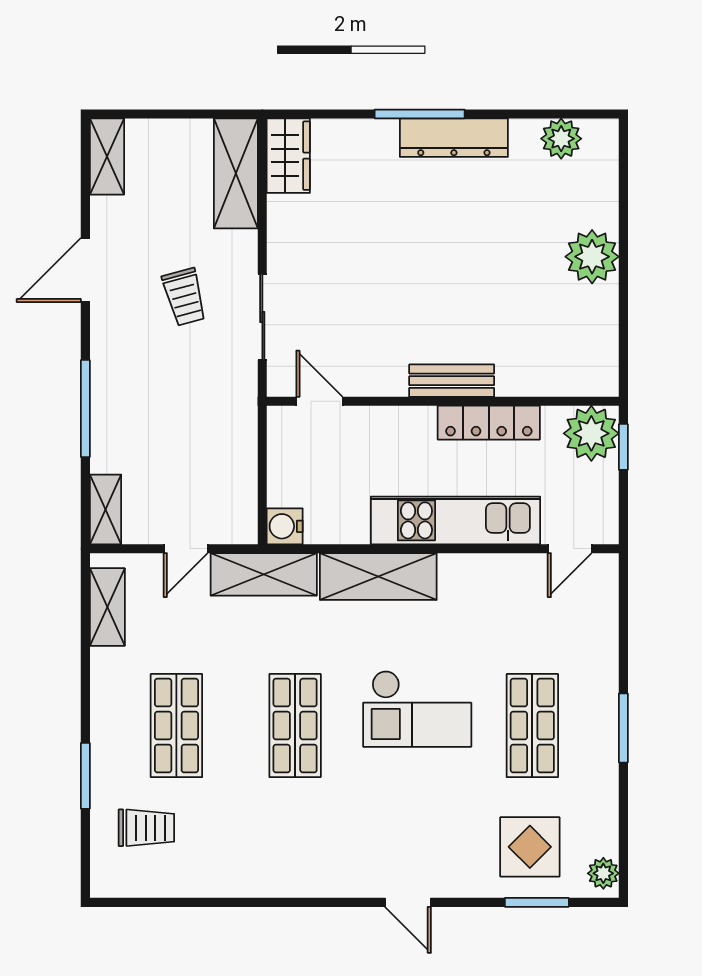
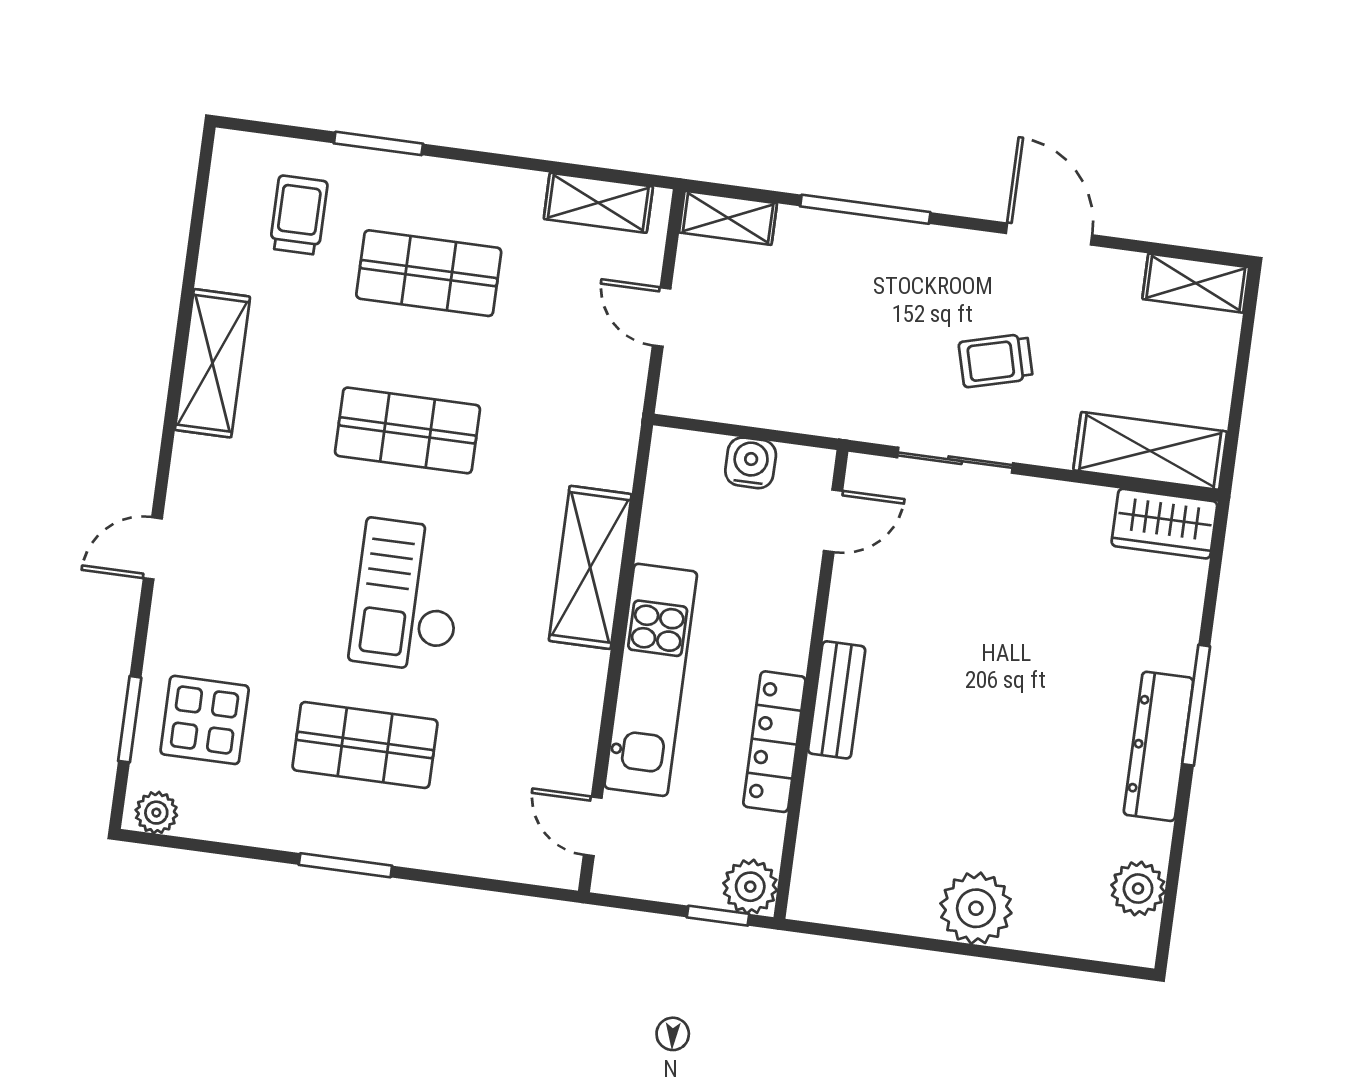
plant: (591, 433) -> (750, 887), width x0.73, depth x0.73
water cooler: (285, 526) -> (751, 463), moved
shelving: (264, 574) -> (212, 363), moved
trolley: (146, 828) -> (299, 215), turned 180

